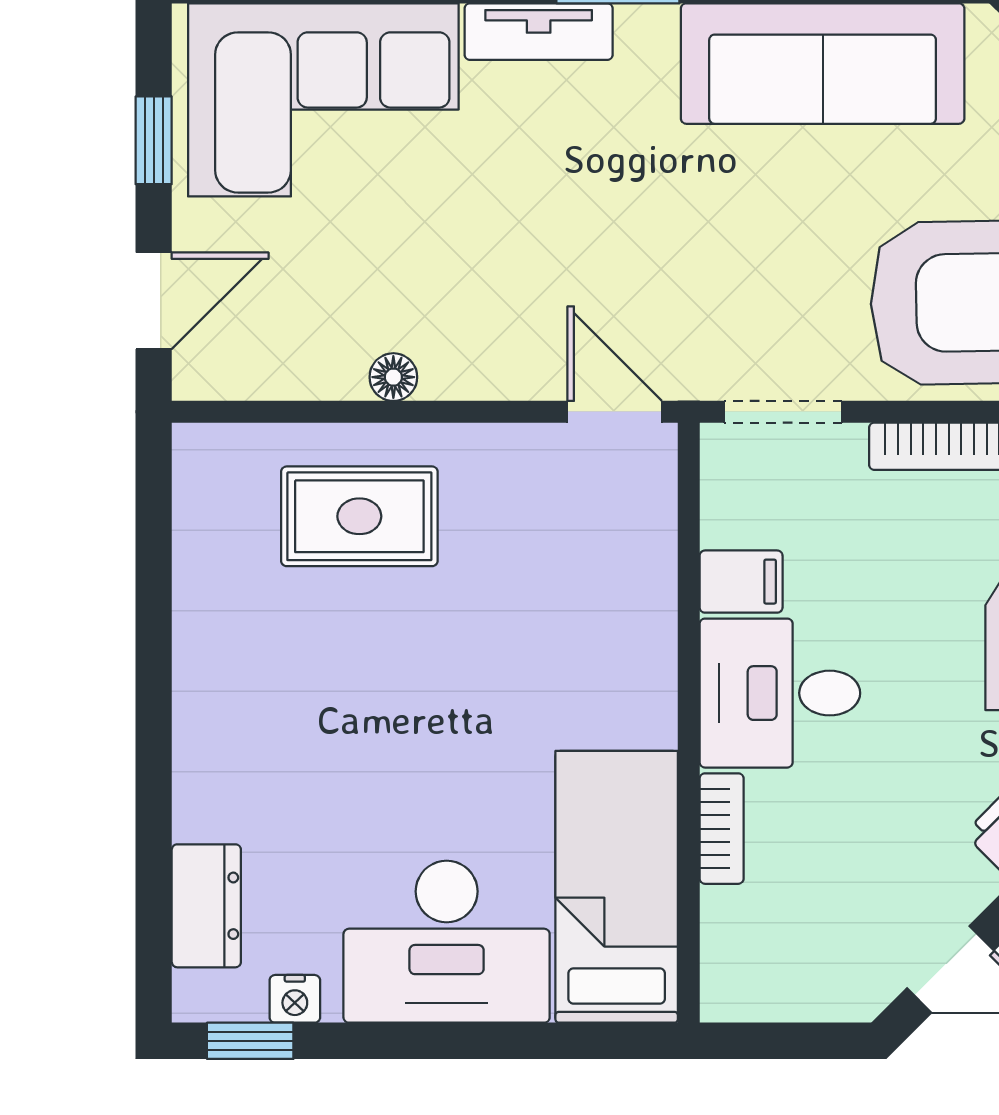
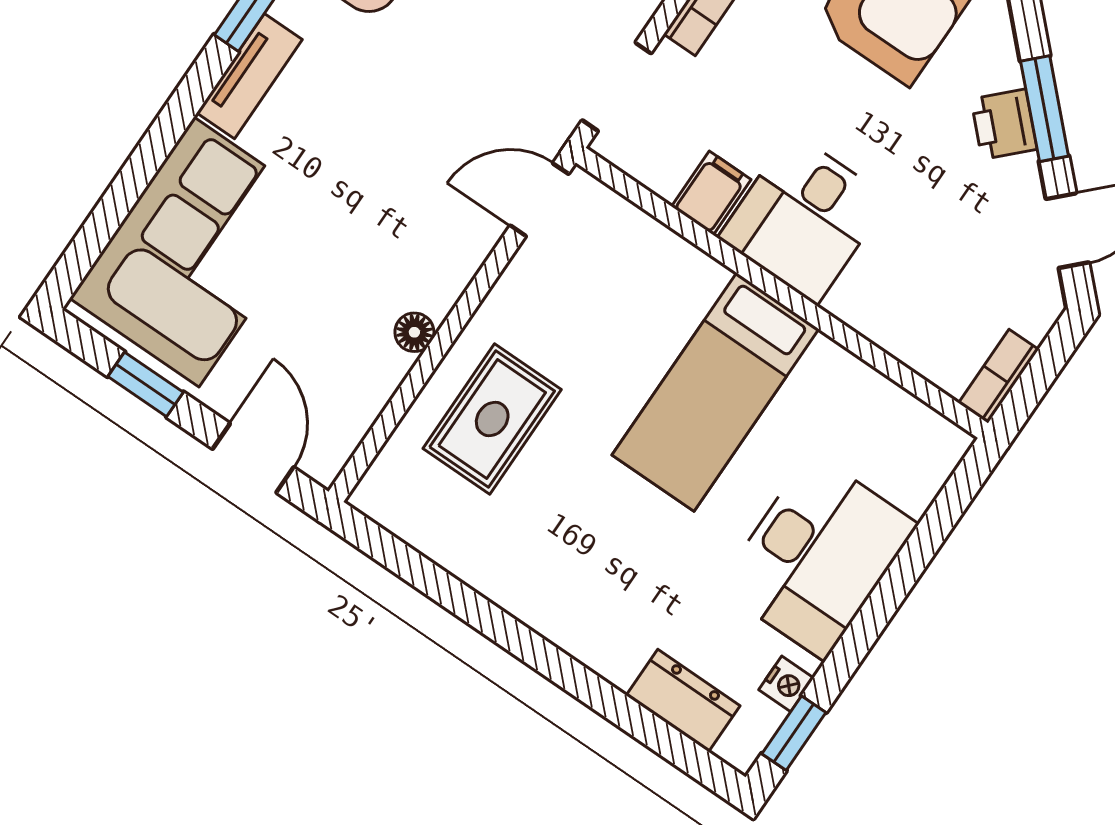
bookcase: (722, 829) -> (999, 376), moved, turned -90
bed: (617, 887) -> (715, 392), moved, turned -90

